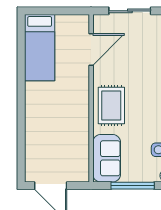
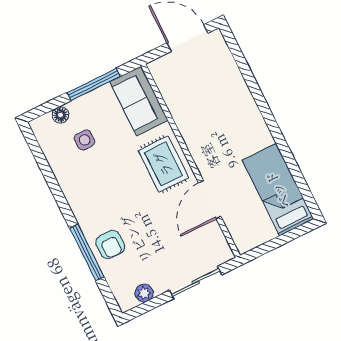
door: (91, 50) -> (210, 200), moved

